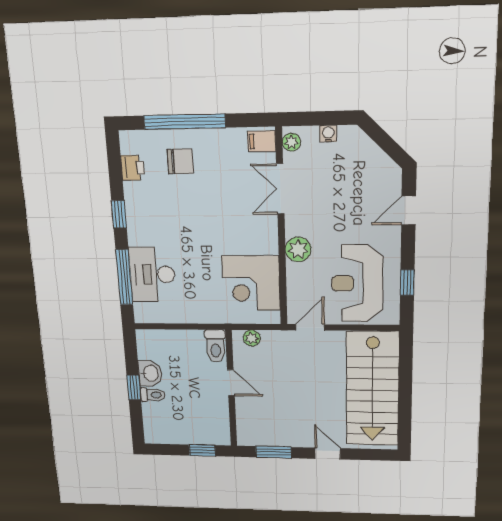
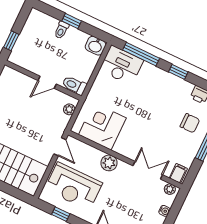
chair: (180, 161) -> (190, 123), turned -90
desk: (152, 275) -> (121, 65), moved
reception desk: (357, 283) -> (73, 186), turned 180
washbasin: (150, 373) -> (96, 46), moved

